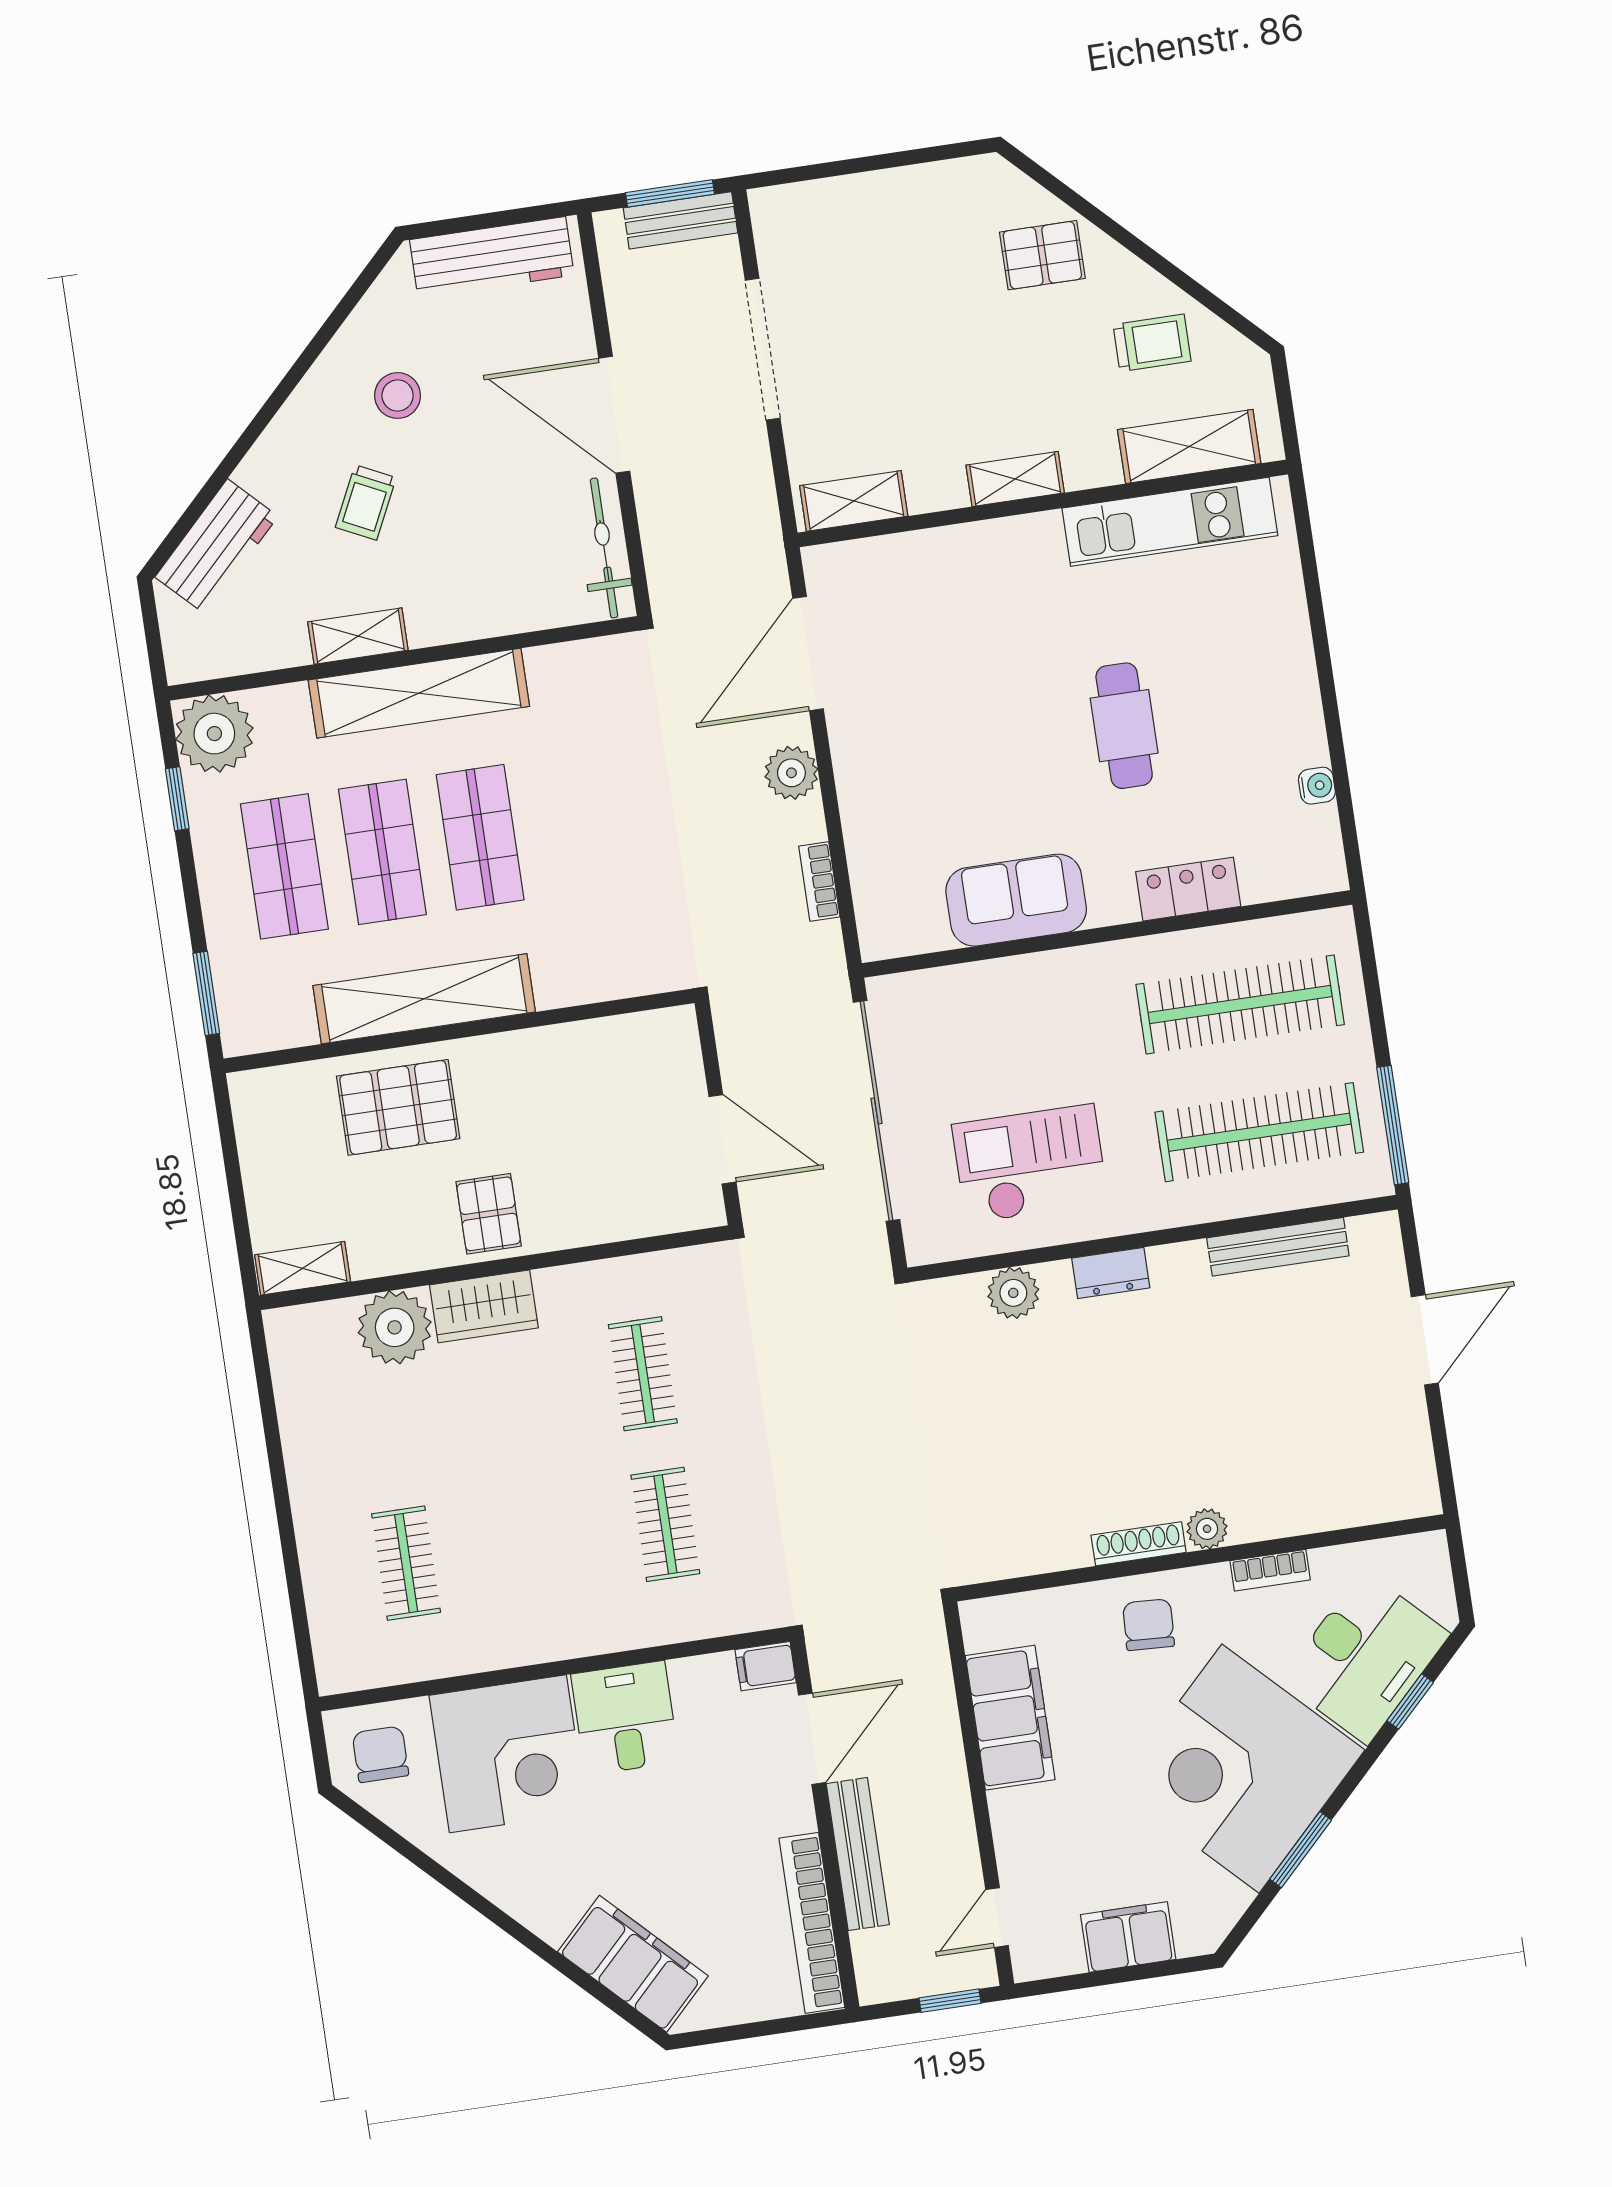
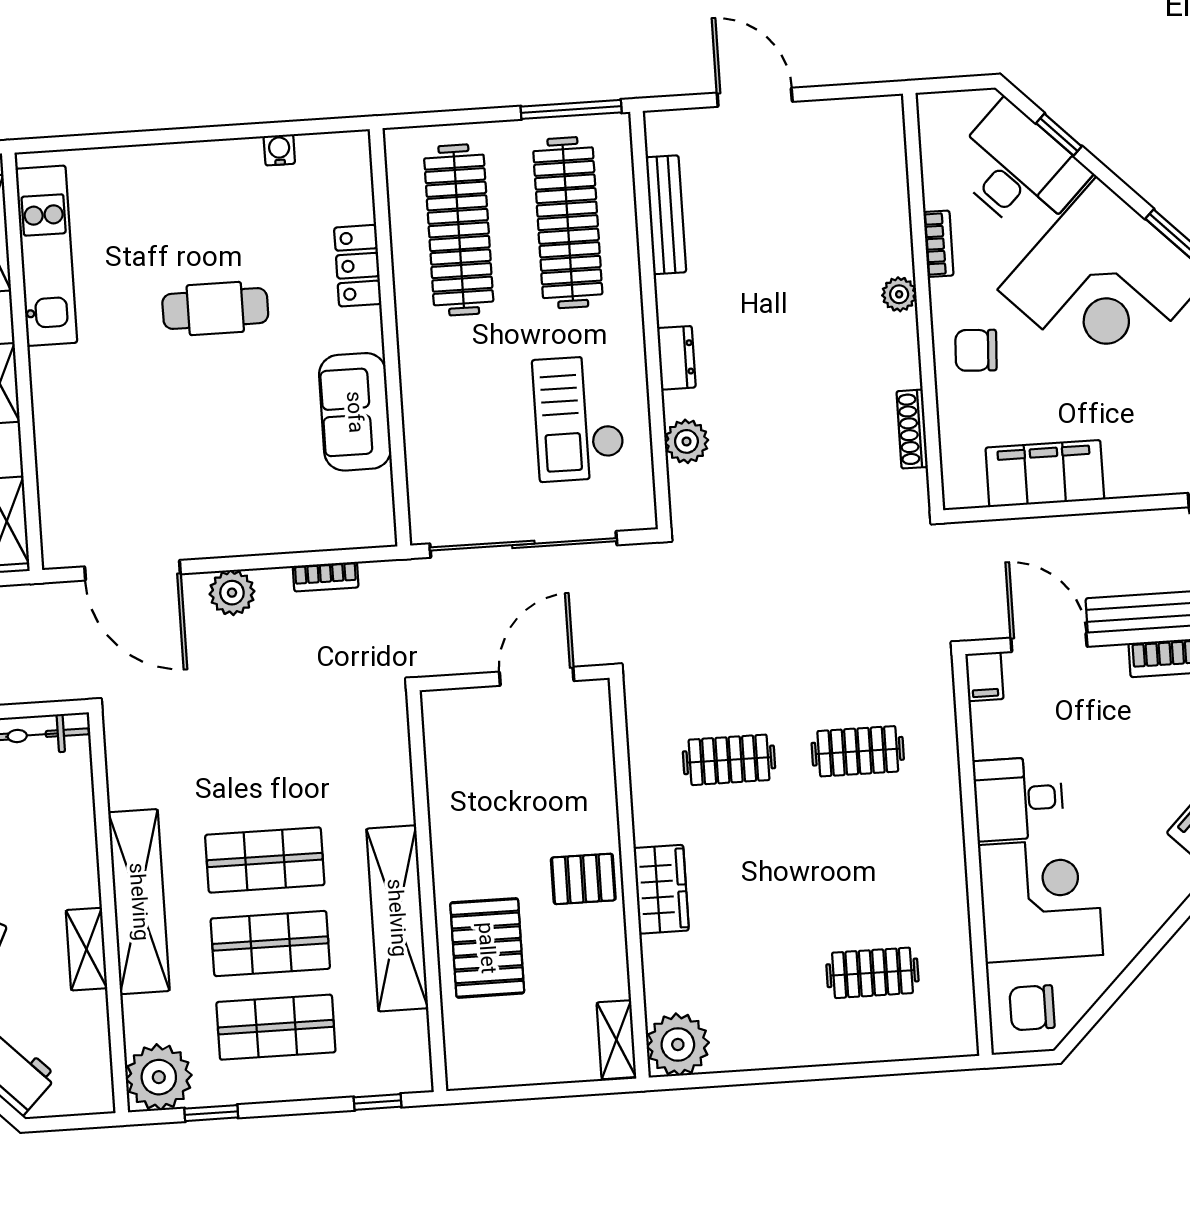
window: (206, 993) -> (378, 1102), width x0.67
plant: (395, 1327) -> (678, 1044), moved
shoe rack: (1139, 1544) -> (912, 429), moved

